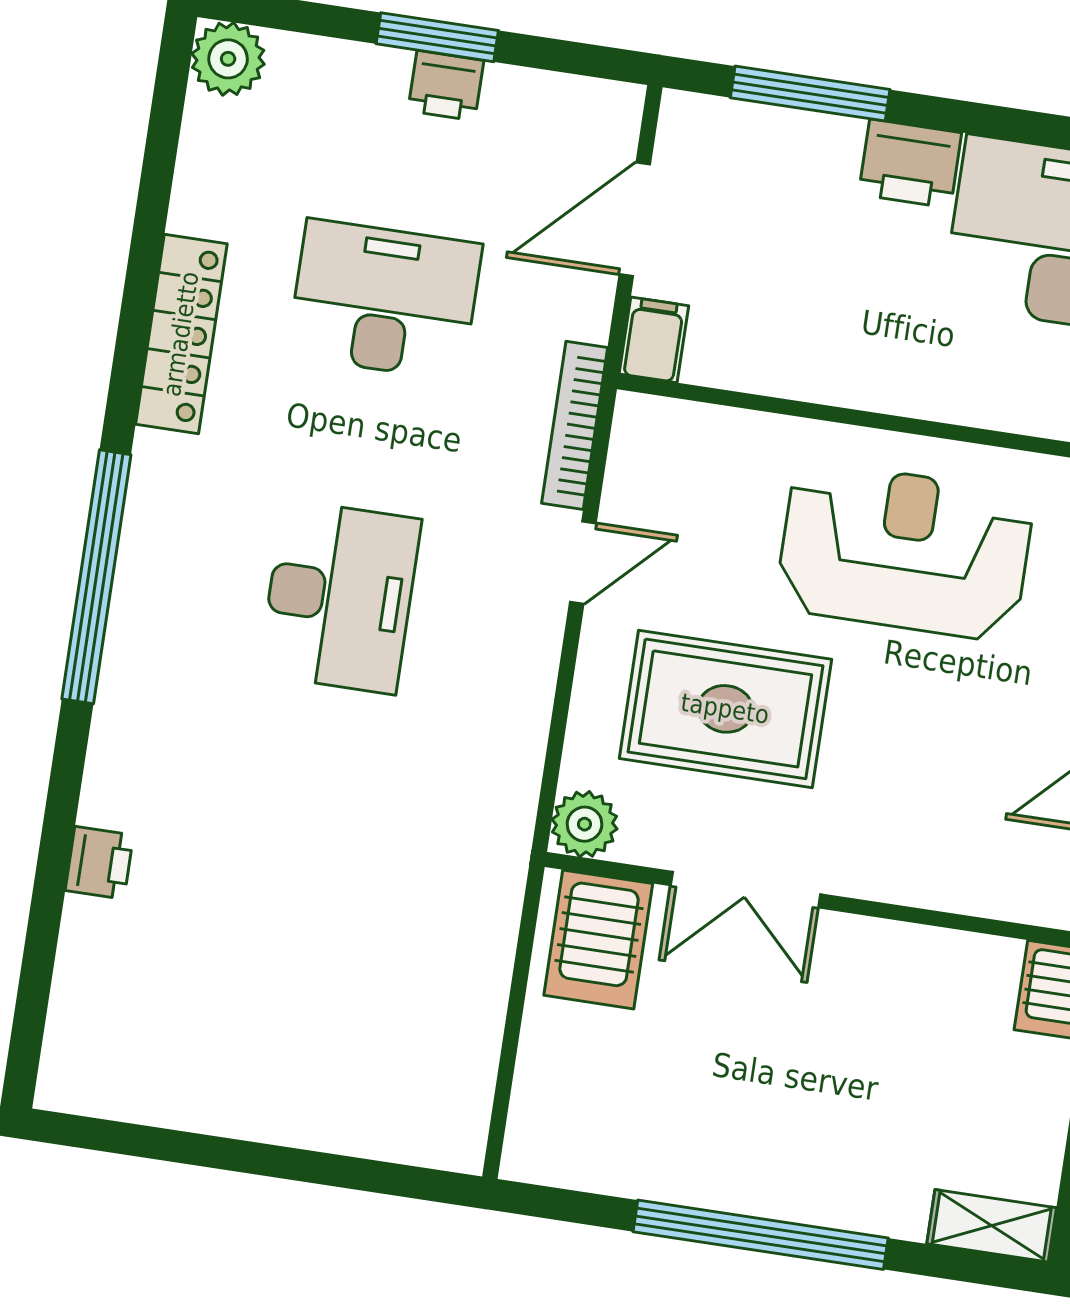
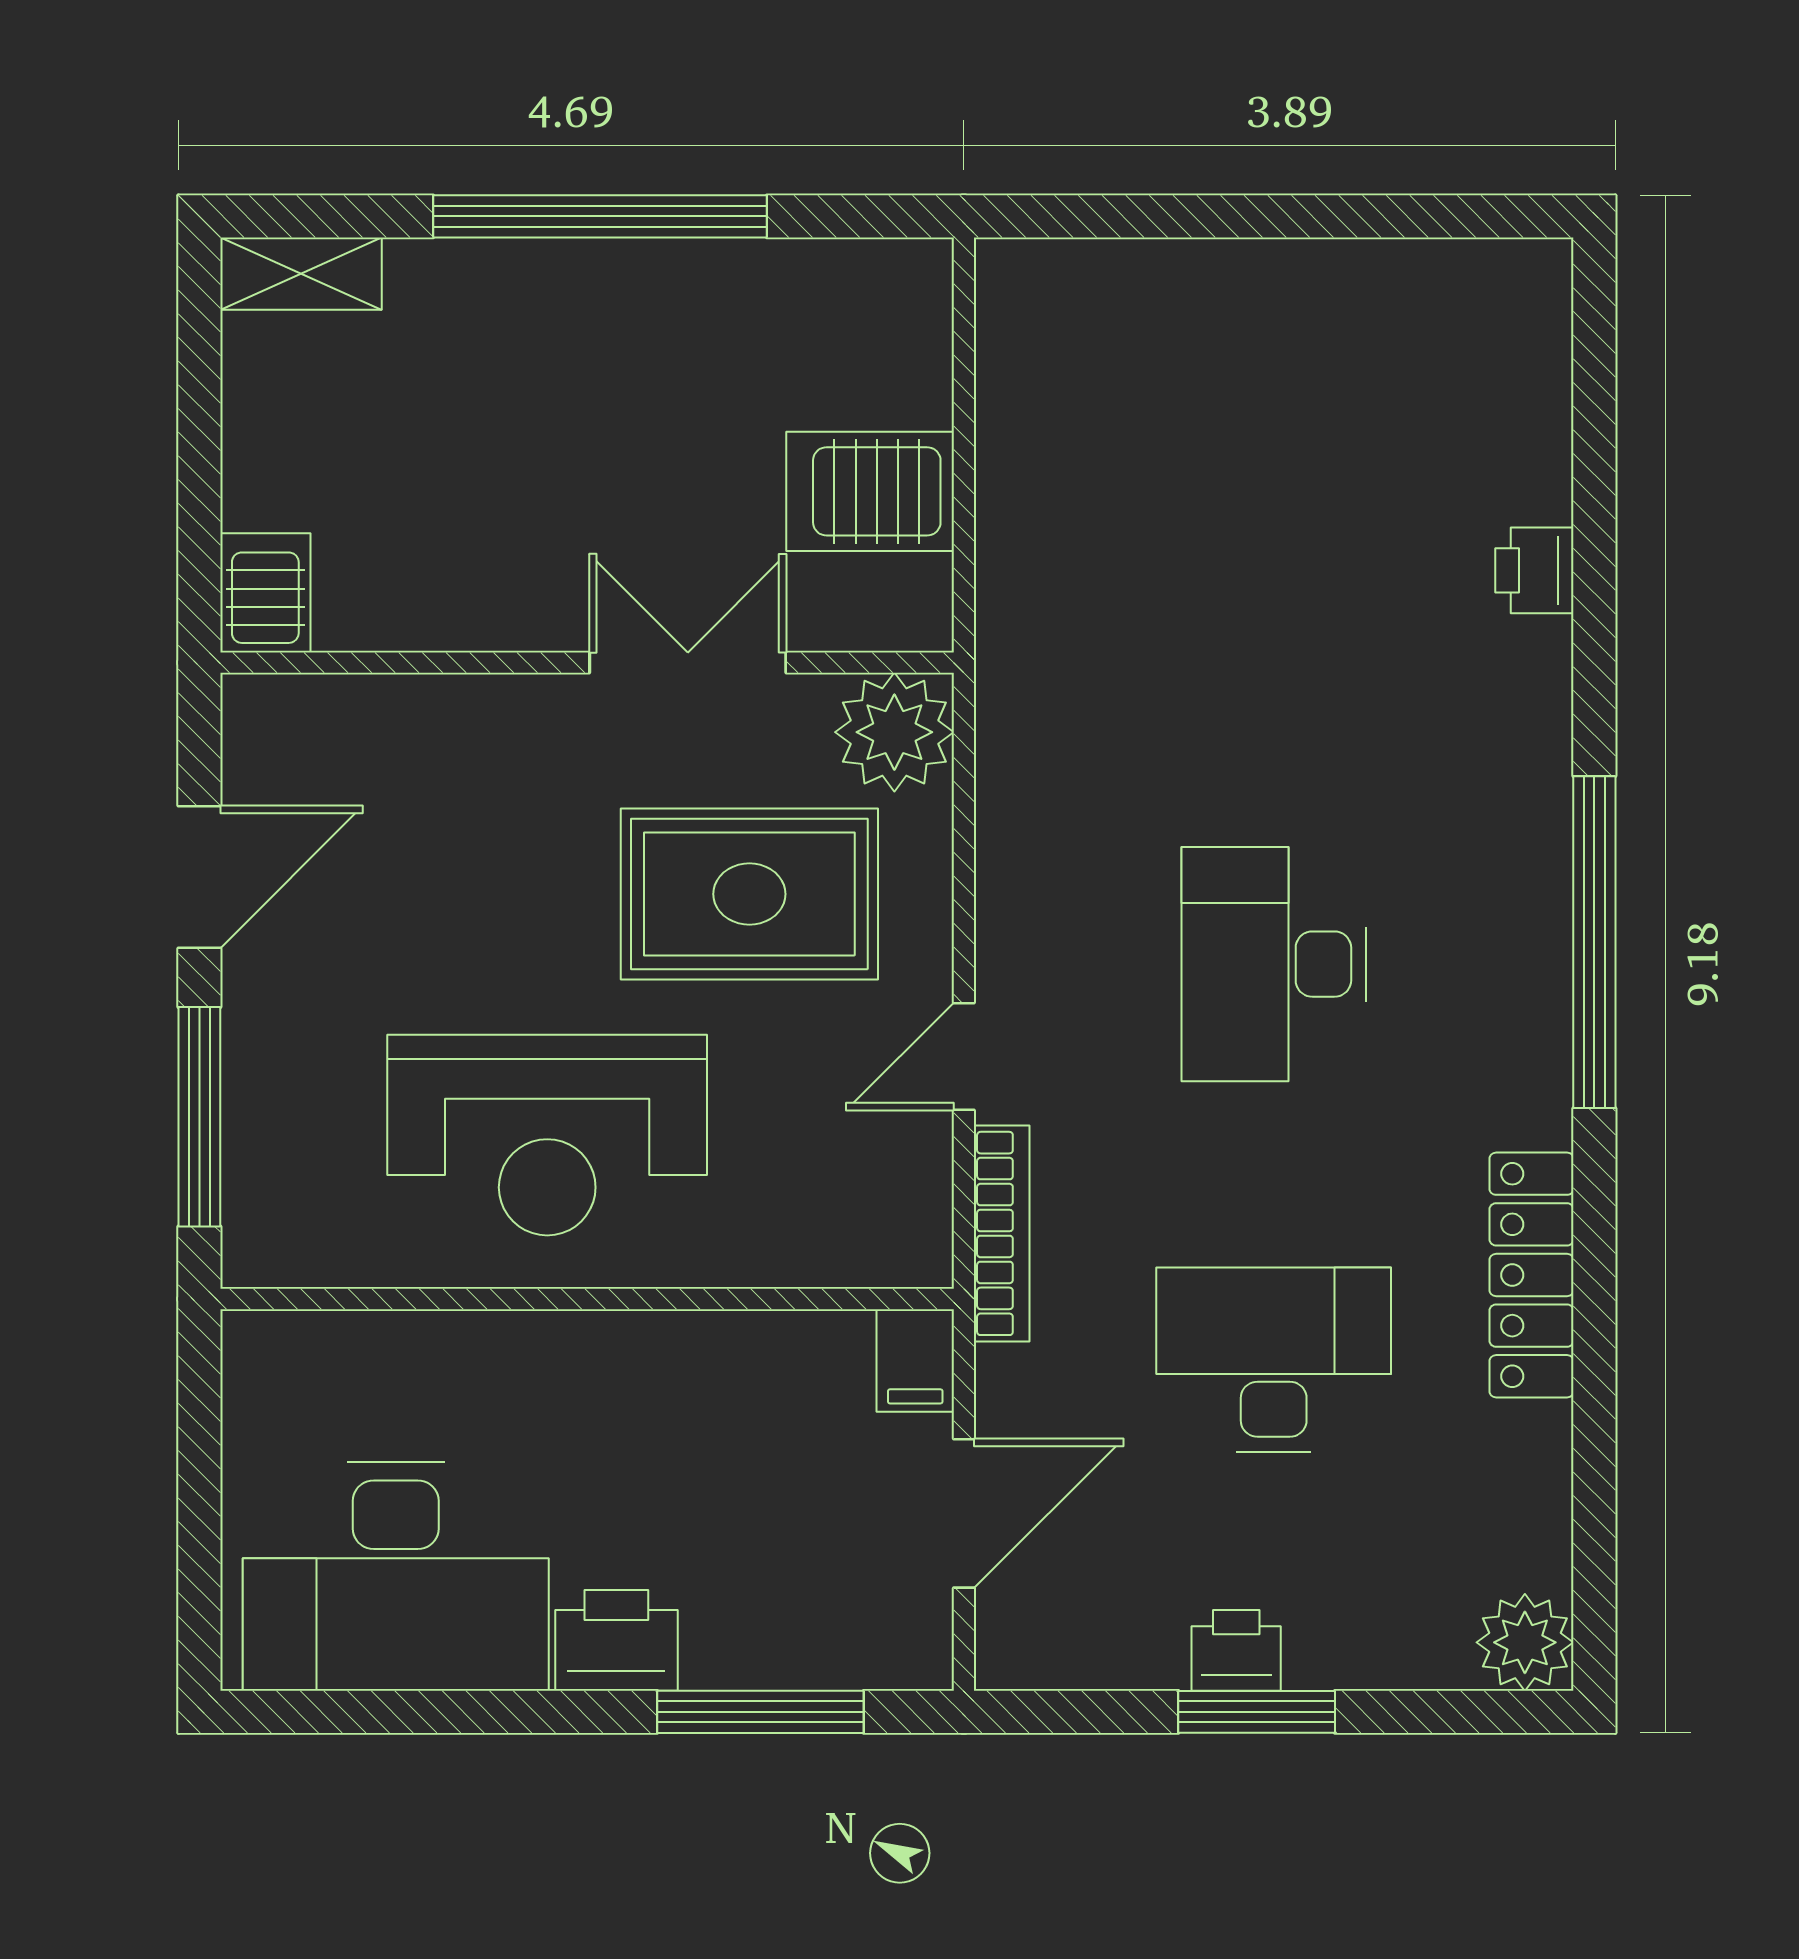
desk: (385, 300) -> (1274, 1359), turned 180
plant: (584, 824) -> (894, 732), width x1.36, depth x1.36
server rack: (598, 939) -> (870, 491), moved, turned -90

